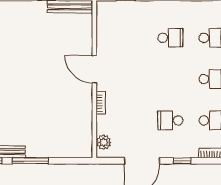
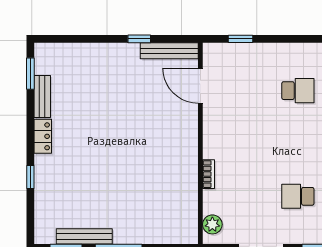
door: (94, 69) -> (200, 86), moved

